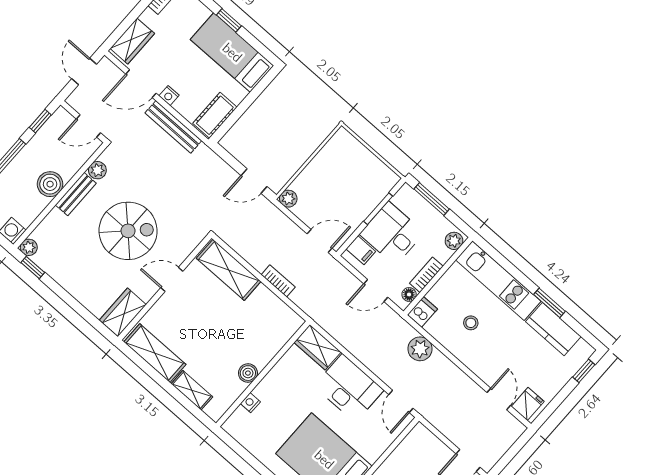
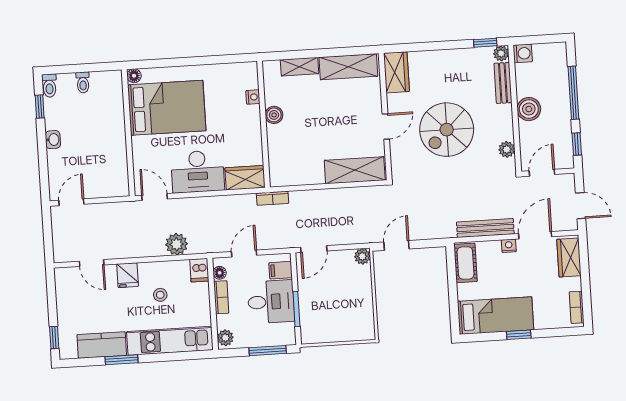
bench: (76, 194) -> (503, 83), moved
bookcase: (278, 281) -> (273, 198), moved
fridge: (528, 404) -> (128, 275), moved

